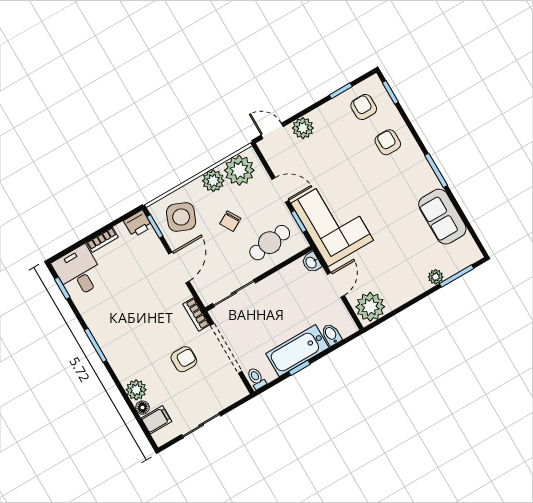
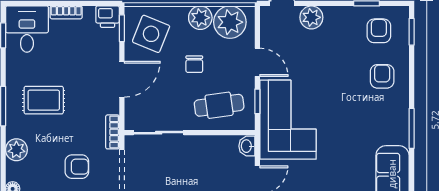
chair: (230, 221) -> (194, 64), turned -60
rug: (126, 321) -> (44, 100), added
plant: (136, 390) -> (16, 150), moved

